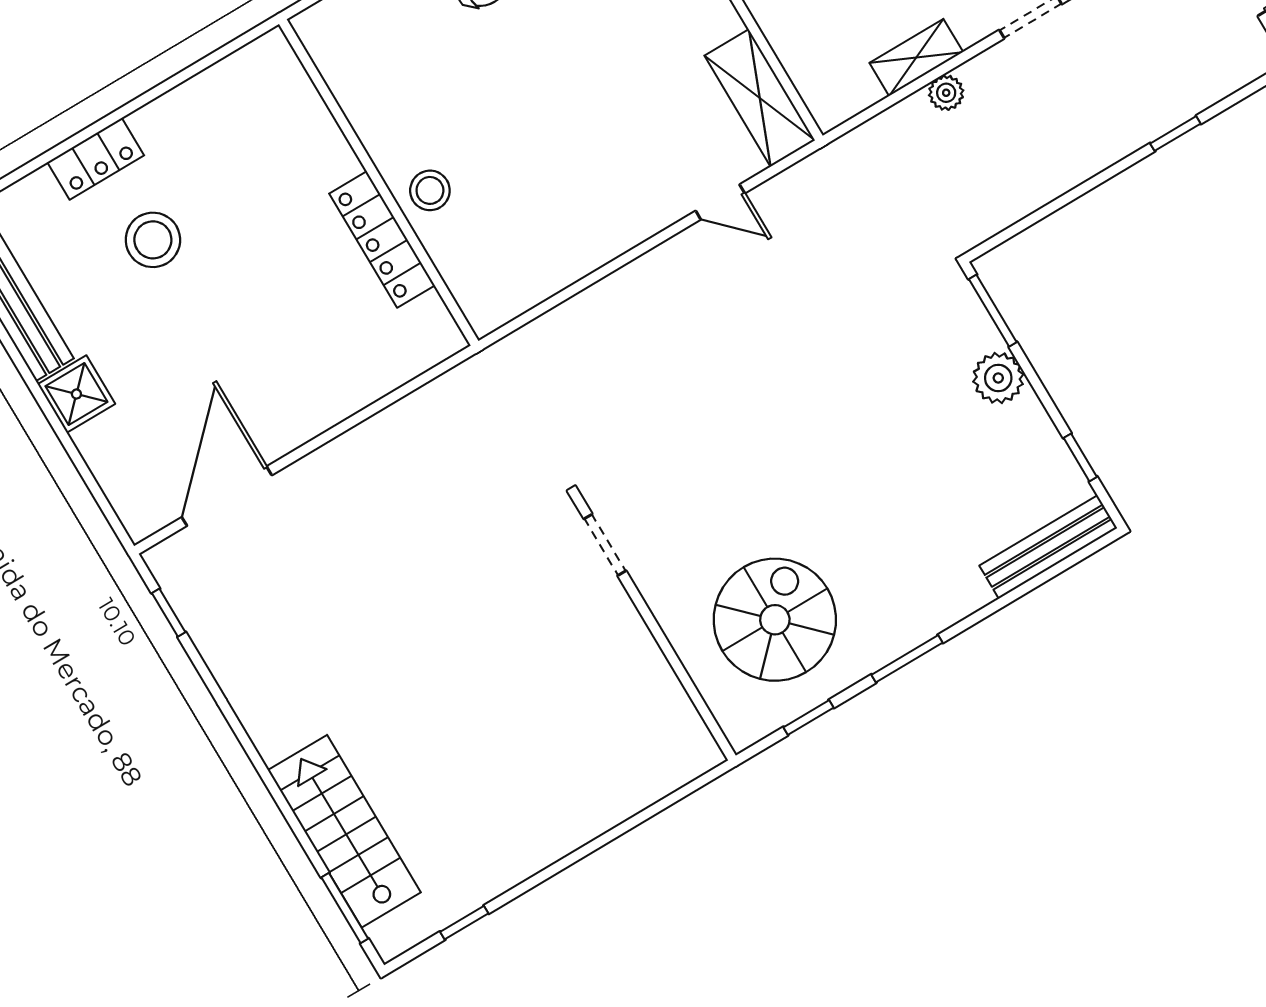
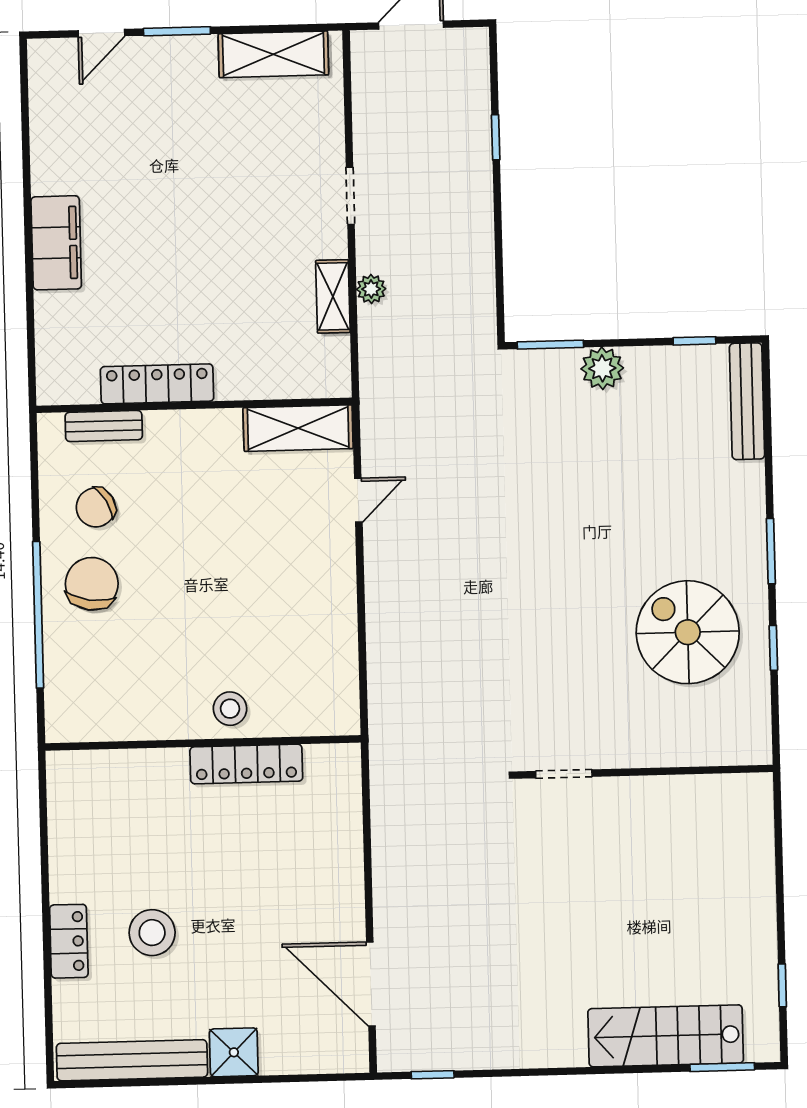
doorway: (605, 545) -> (564, 774), moved
wall: (654, 627) -> (644, 772), moved

